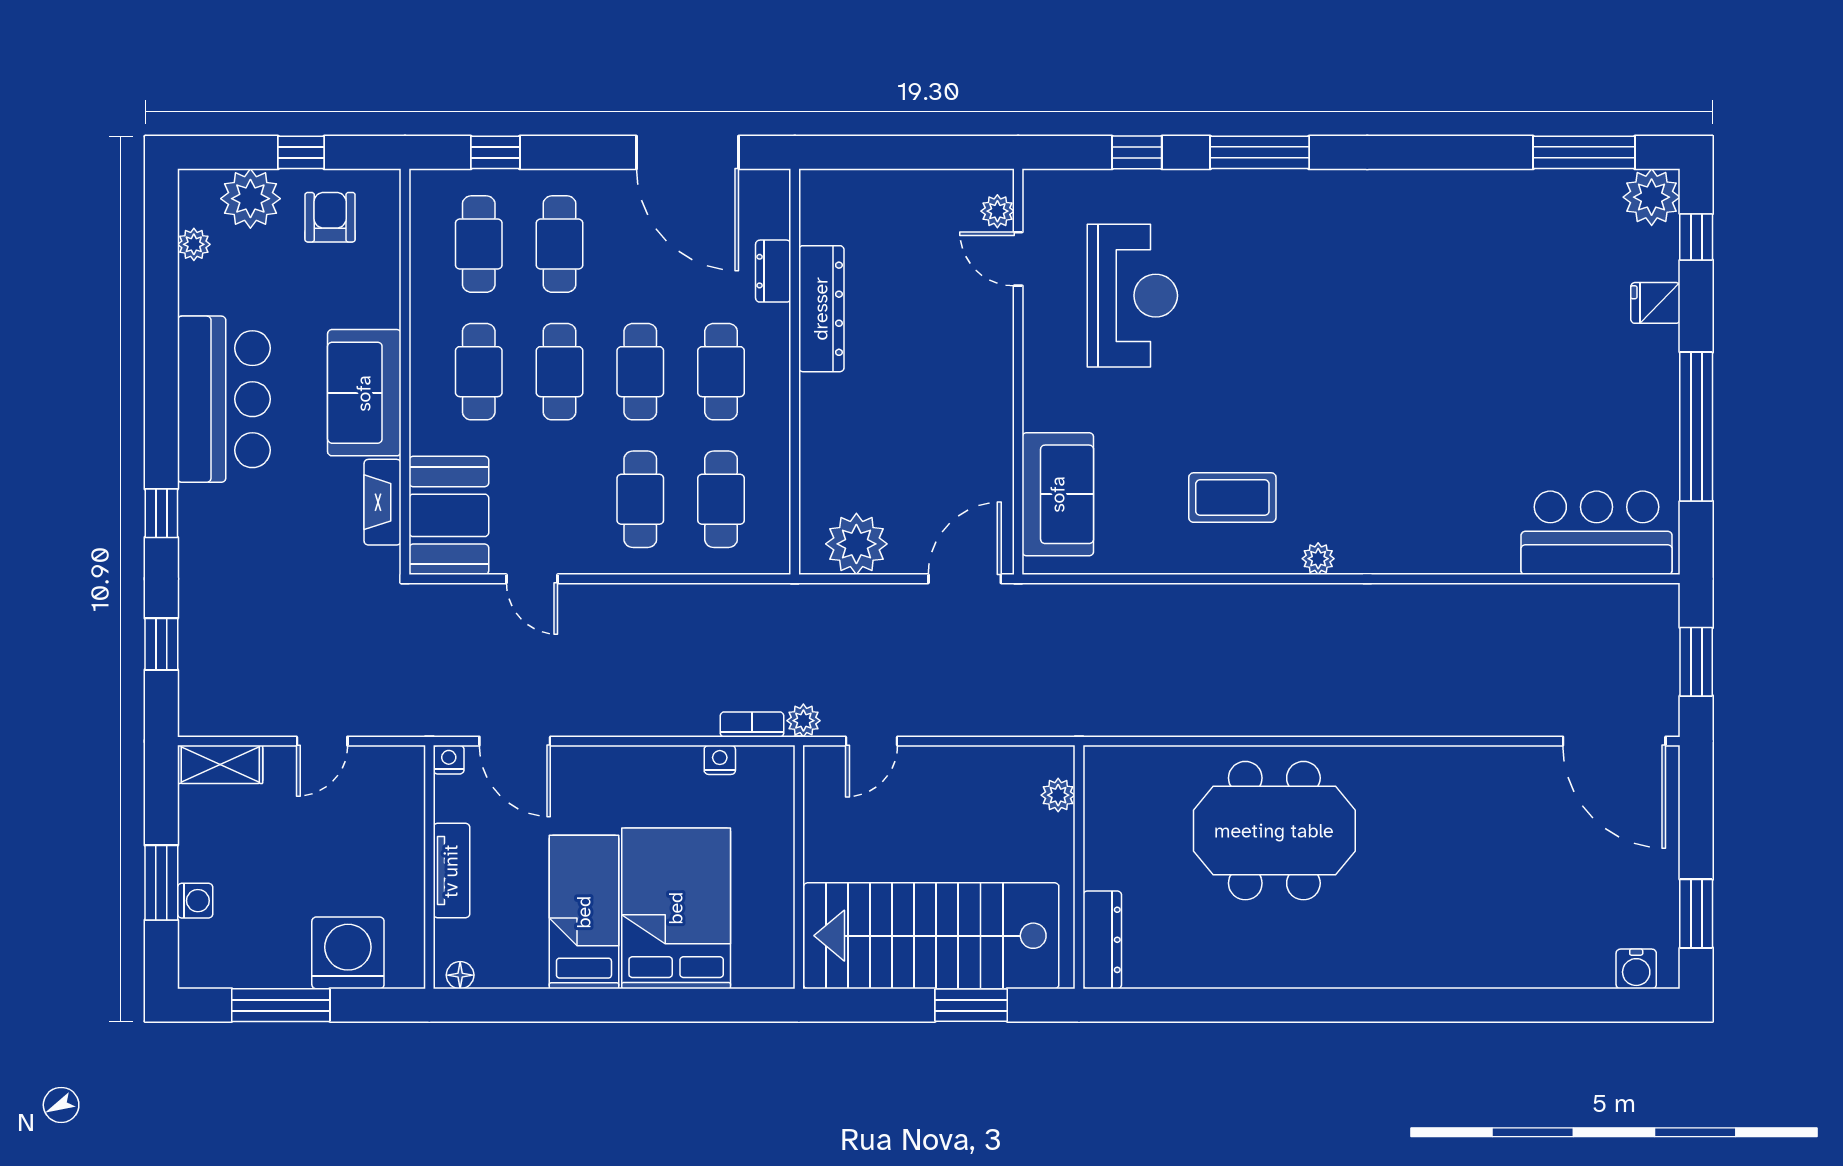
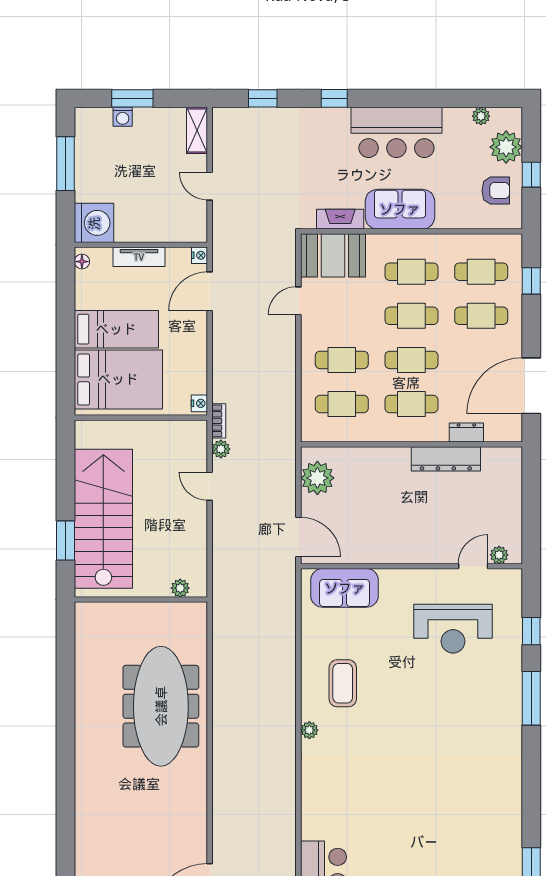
meeting table: (1274, 831) -> (161, 706), width x1.36
wall: (799, 867) -> (141, 418), moved
dresser: (1102, 940) -> (101, 612), removed
washing machine: (348, 953) -> (94, 223), moved

